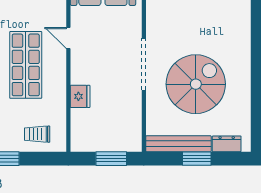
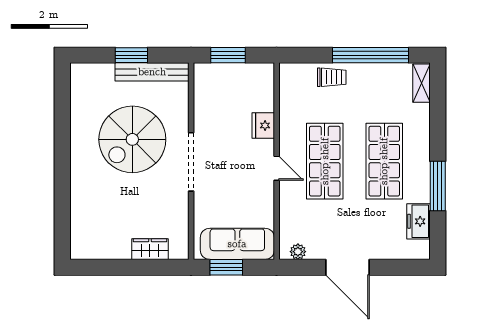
door: (68, 38) -> (277, 168), moved
trolley: (37, 134) -> (332, 77), moved
dresser: (227, 144) -> (97, 72), removed

